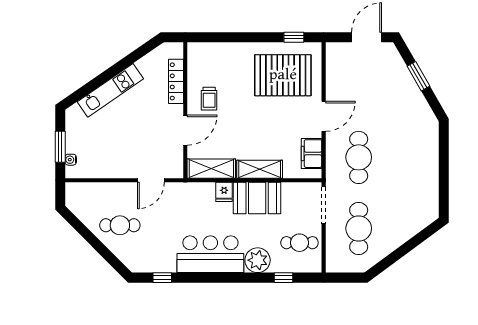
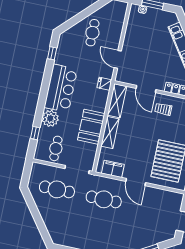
fridge: (224, 192) -> (105, 84), moved

